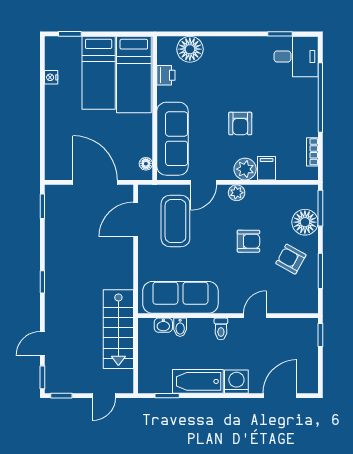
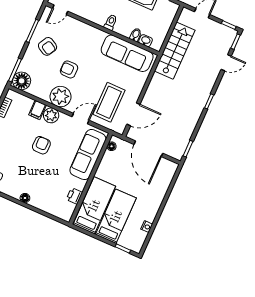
floor lamp: (190, 49) -> (25, 198), moved, width x0.53, depth x0.53
plant: (237, 193) -> (61, 97), width x1.87, depth x1.87
floor lamp: (305, 222) -> (22, 81), moved
door: (255, 316) -> (60, 10), moved

